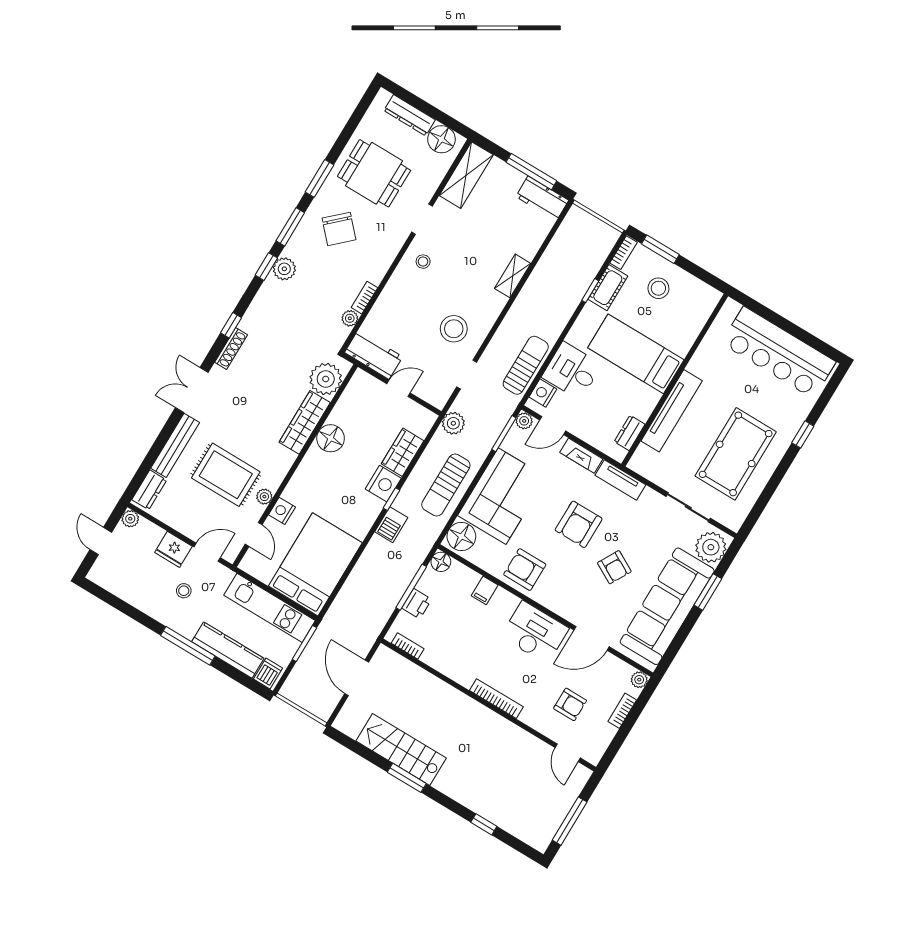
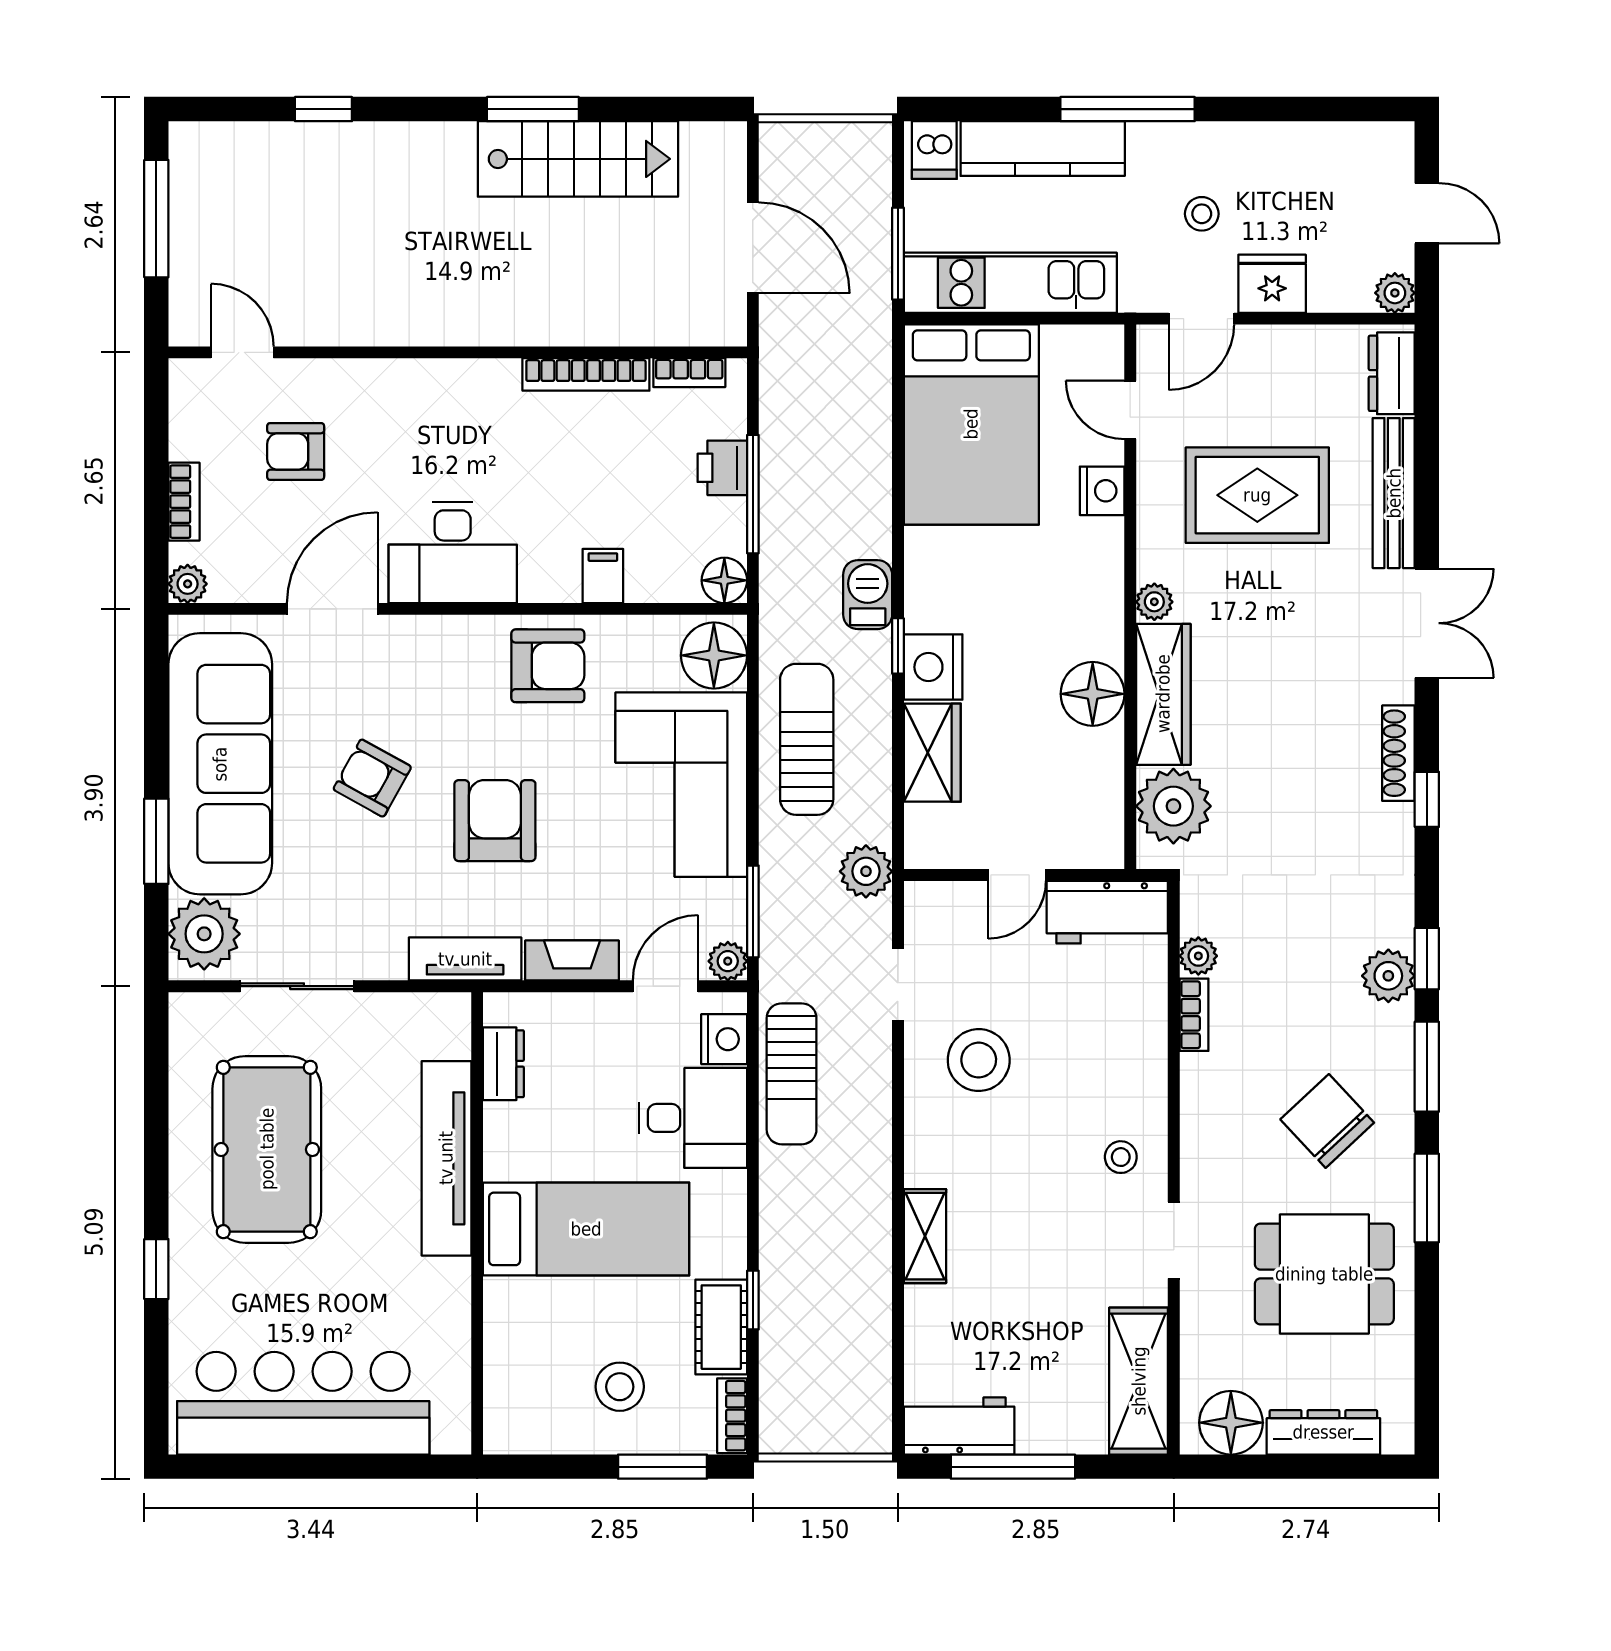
plant: (264, 497) -> (1154, 602), moved
bookcase: (496, 699) -> (586, 374), moved

